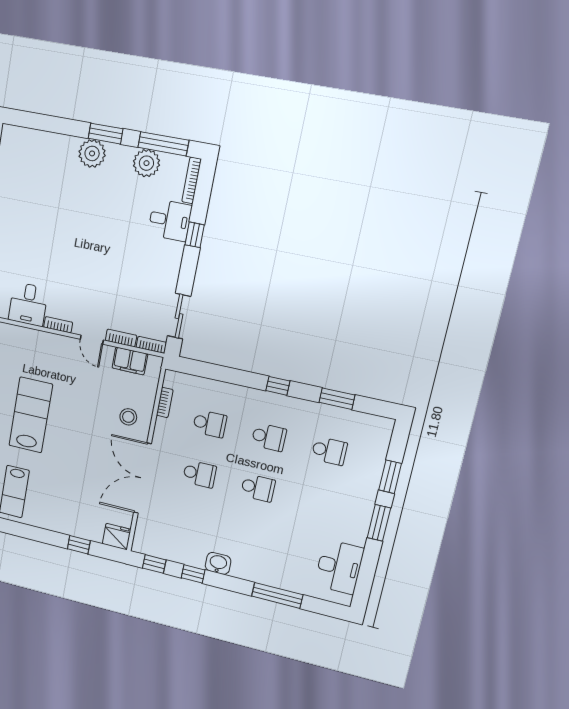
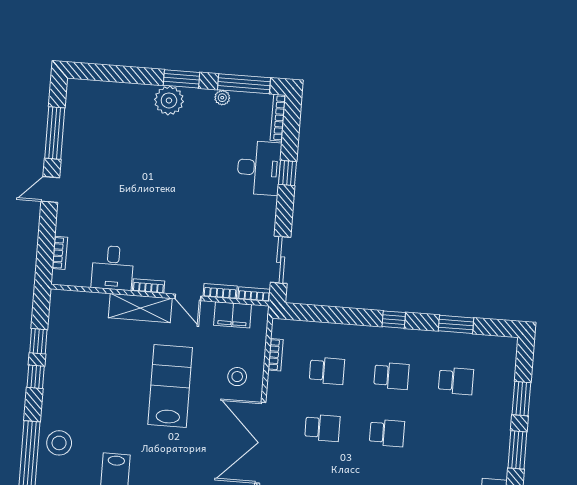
plant: (146, 163) -> (222, 98), width x0.53, depth x0.53
desk: (170, 220) -> (259, 168), width x1.37
shelving: (49, 344) -> (140, 308), added
lab bench: (31, 415) -> (170, 386), moved

